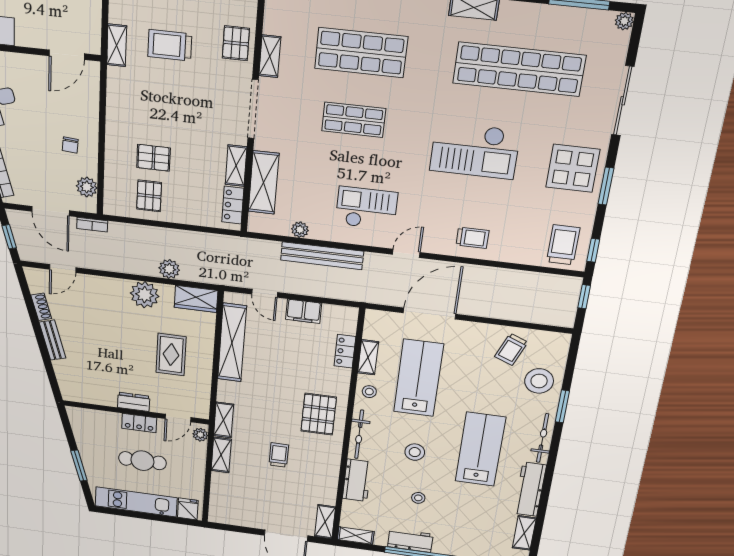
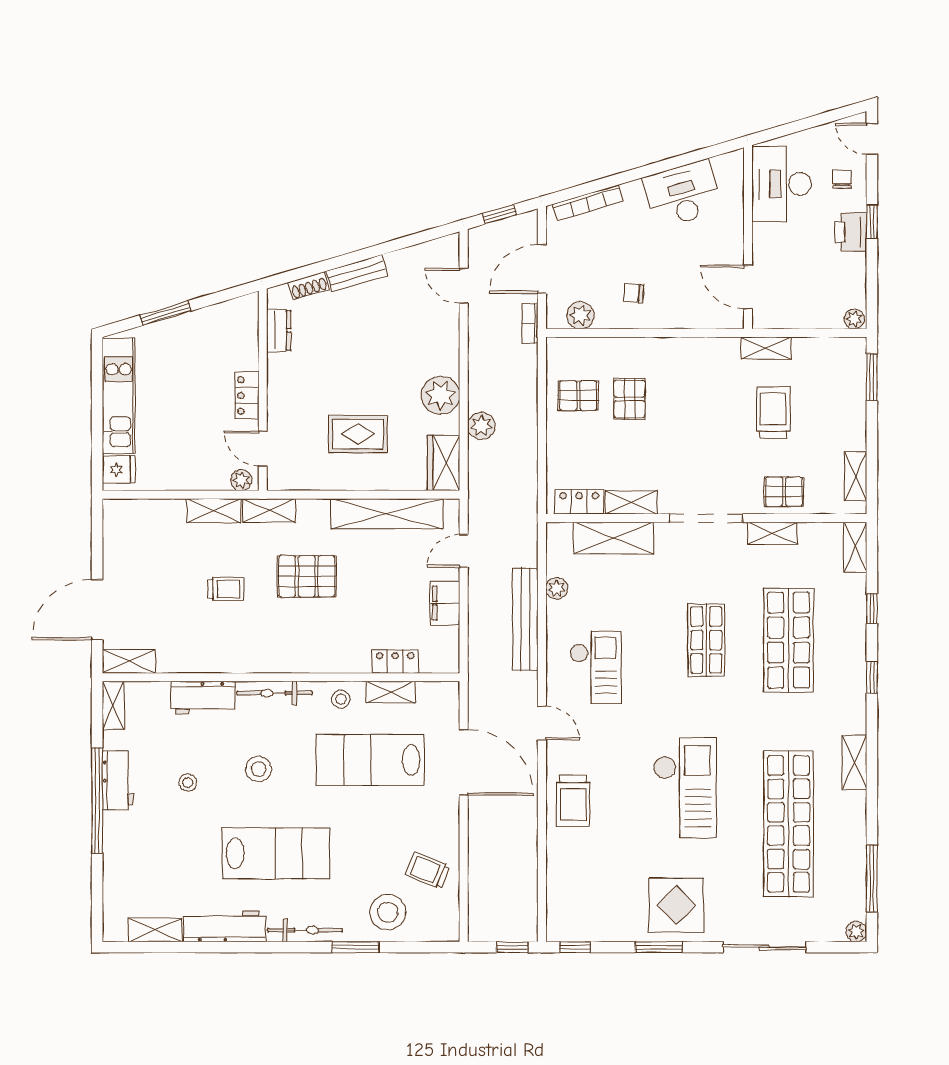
checkout: (475, 150) -> (685, 788), turned 180
trolley: (472, 238) -> (573, 801), width x1.36, depth x1.39
trolley: (563, 245) -> (578, 910), removed
shoe rack: (41, 307) -> (309, 286), moved
lab bench: (418, 378) -> (370, 760), turned 180
dresser: (134, 402) -> (279, 330), moved
pallet: (319, 414) -> (307, 576), moved
cafe table: (142, 461) -> (188, 402), removed

